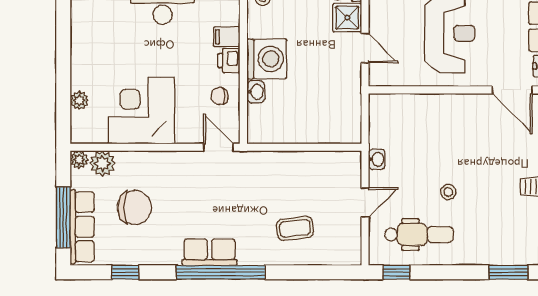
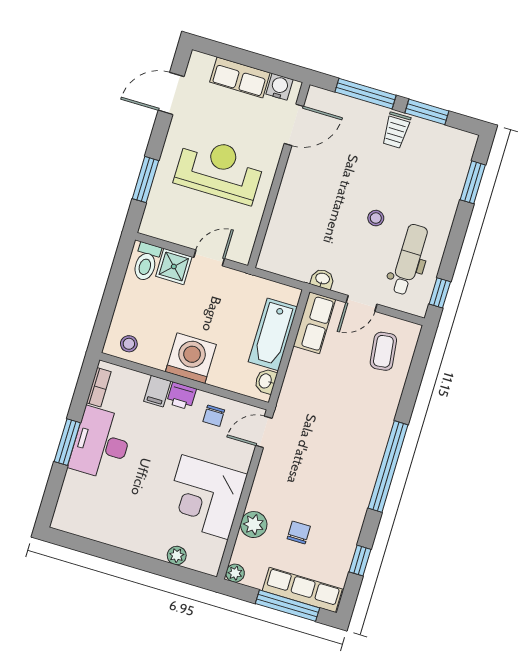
washbasin: (256, 92) -> (266, 381), moved, turned -90
bathtub: (312, 129) -> (273, 334), added
plant: (102, 163) -> (254, 525), moved
door: (365, 202) -> (362, 303), swing flipped
chair: (134, 207) -> (299, 533), width x0.54, depth x0.54
coffee table: (295, 228) -> (383, 351), moved
row of seats: (209, 252) -> (314, 323), moved, turned 180

